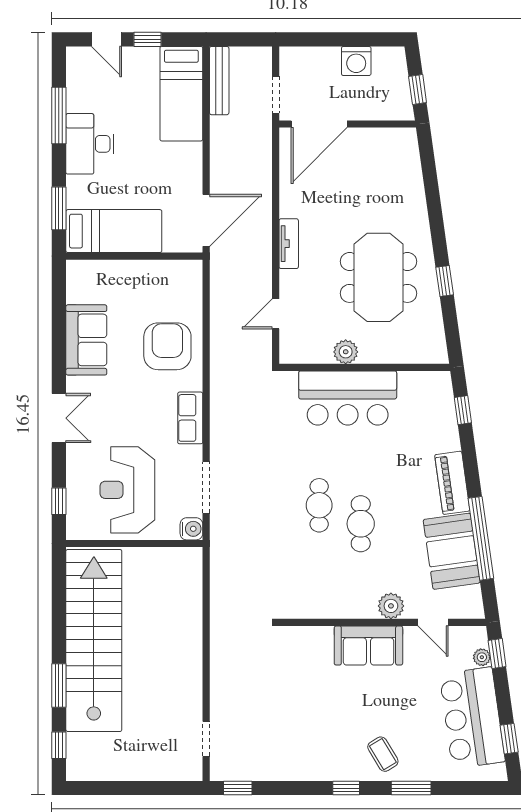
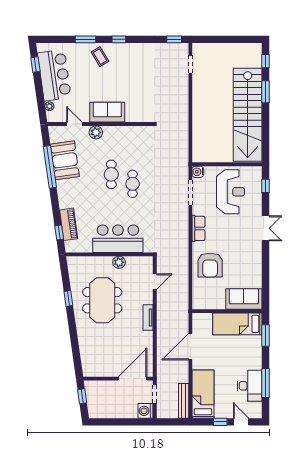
washing machine: (356, 61) -> (145, 411), moved, turned -90
desk: (90, 144) -> (250, 386), moved
door: (206, 220) -> (190, 347), moved
sofa: (86, 340) -> (244, 299), moved, turned 90
double door: (59, 418) -> (265, 228), swing flipped
piano: (452, 483) -> (69, 224), moved
window: (497, 654) -> (42, 108), removed

